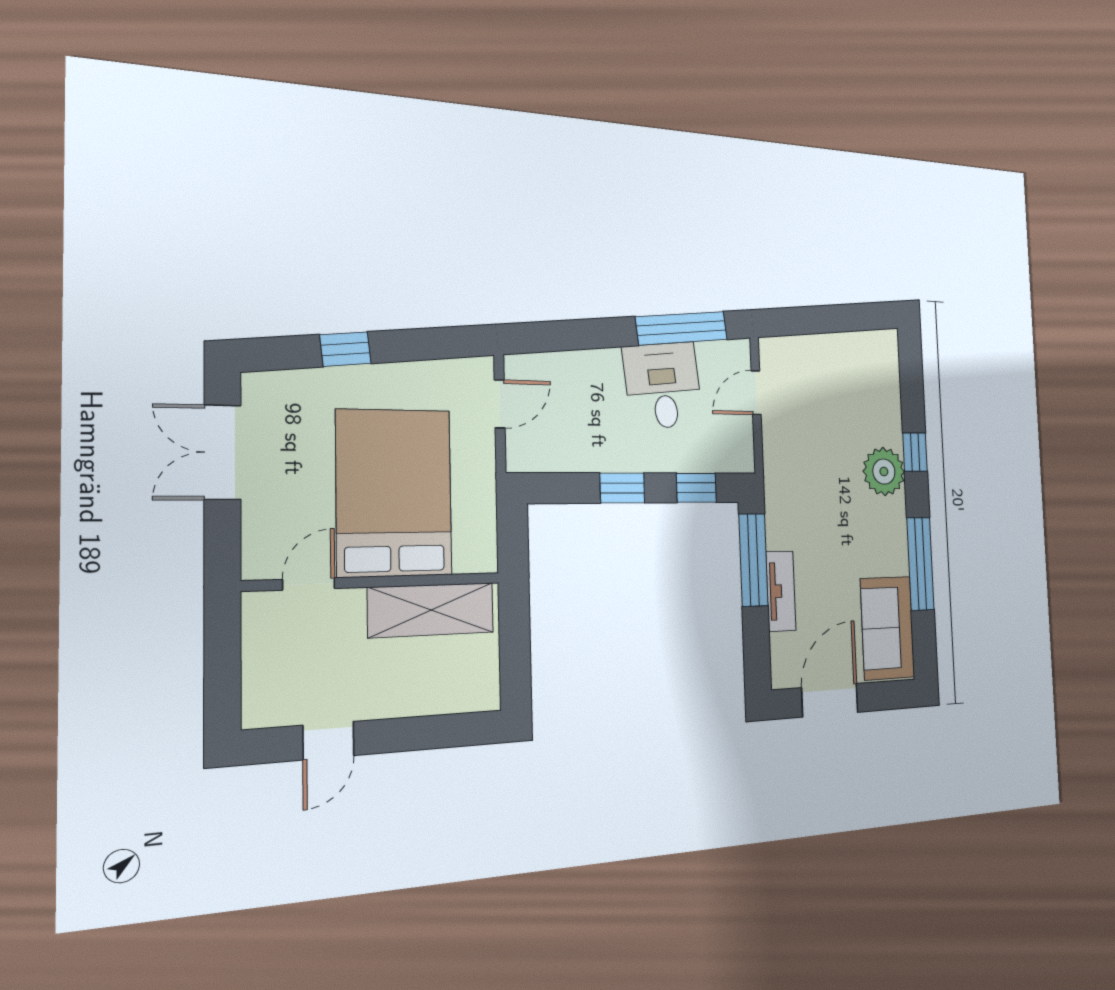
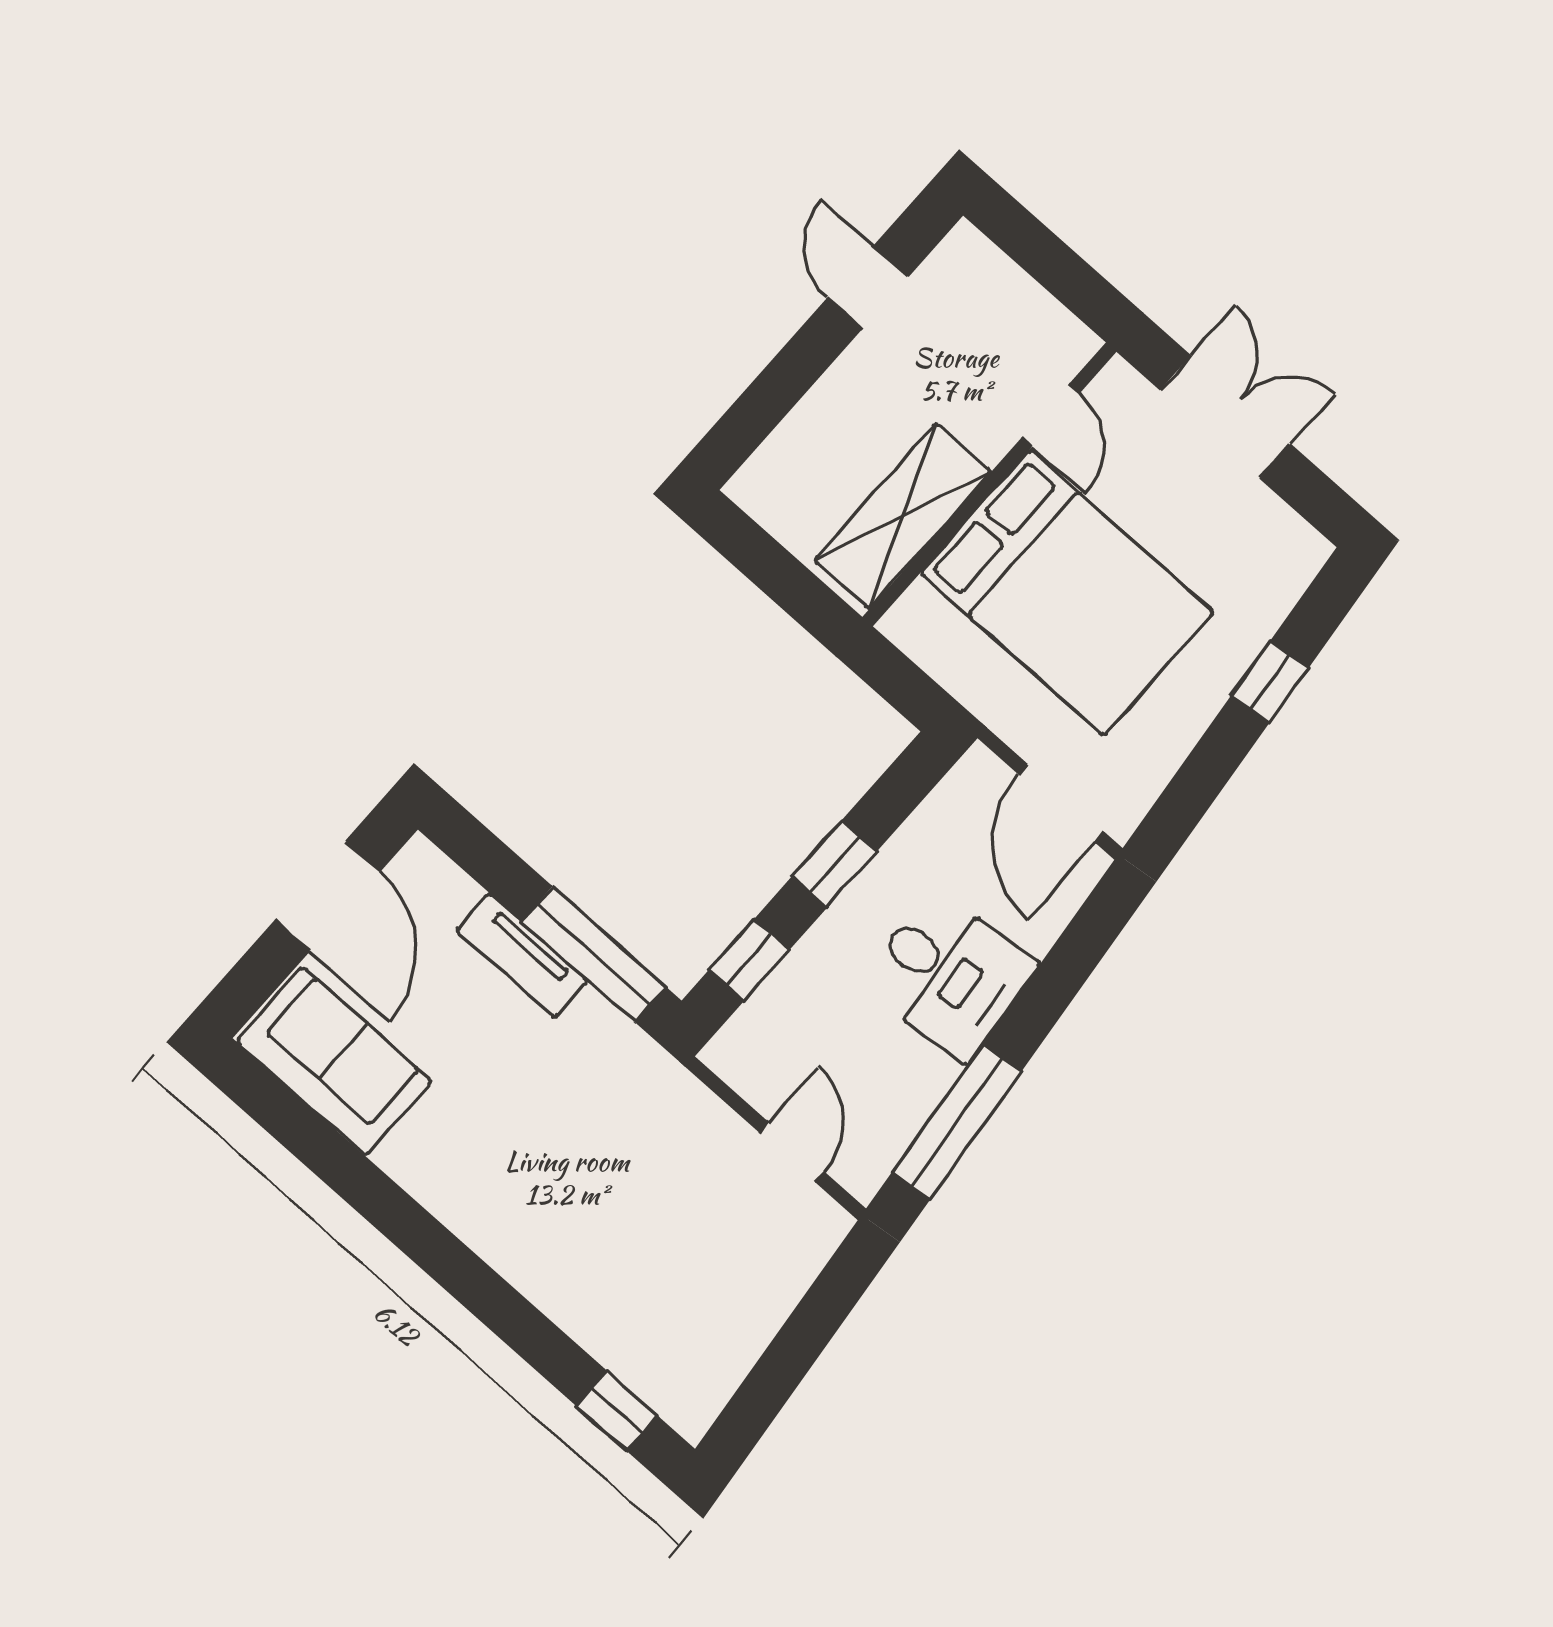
desk: (663, 386) -> (948, 975), moved
door: (500, 404) -> (1061, 803), width x1.38
double door: (223, 452) -> (1225, 417), moved
window: (915, 452) -> (617, 1411), moved
plant: (884, 472) -> (532, 1247), removed
window: (920, 564) -> (366, 1188), removed

